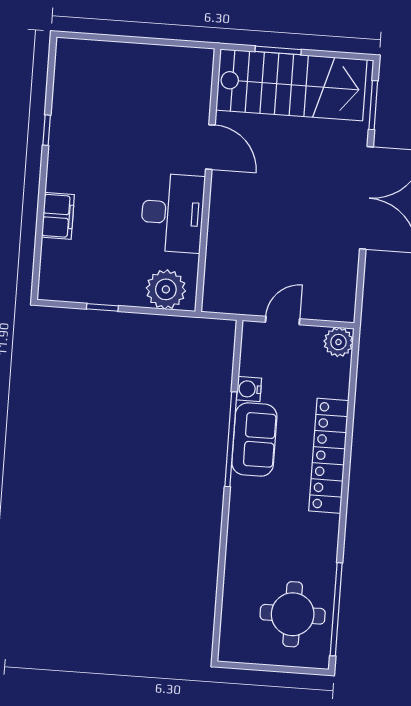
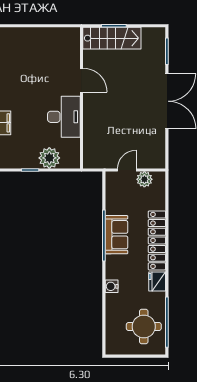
stairs: (291, 85) -> (112, 38), width x0.73, depth x0.66
plant: (166, 289) -> (49, 158), moved
plant: (338, 342) -> (144, 179), moved
water cooler: (249, 389) -> (112, 286), moved
fridge: (324, 532) -> (157, 281), added

